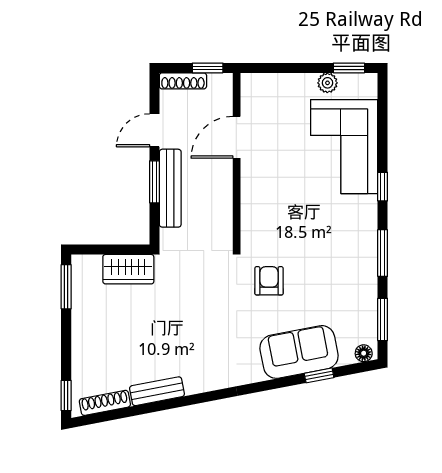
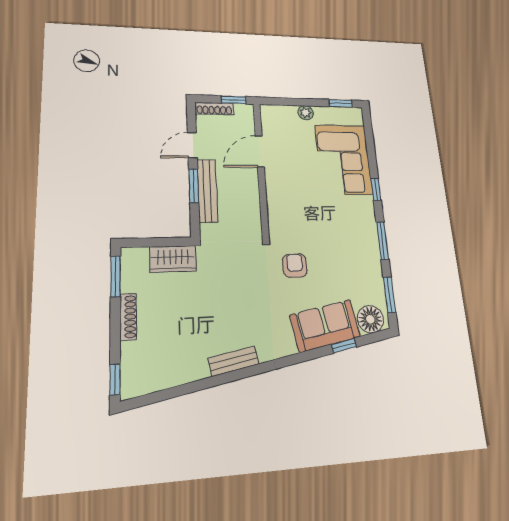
plant: (327, 83) -> (306, 113), moved
floor lamp: (364, 353) -> (370, 319), width x1.89, depth x1.89
bench: (157, 391) -> (234, 361), moved
shoe rack: (105, 403) -> (128, 317), moved, turned 101

